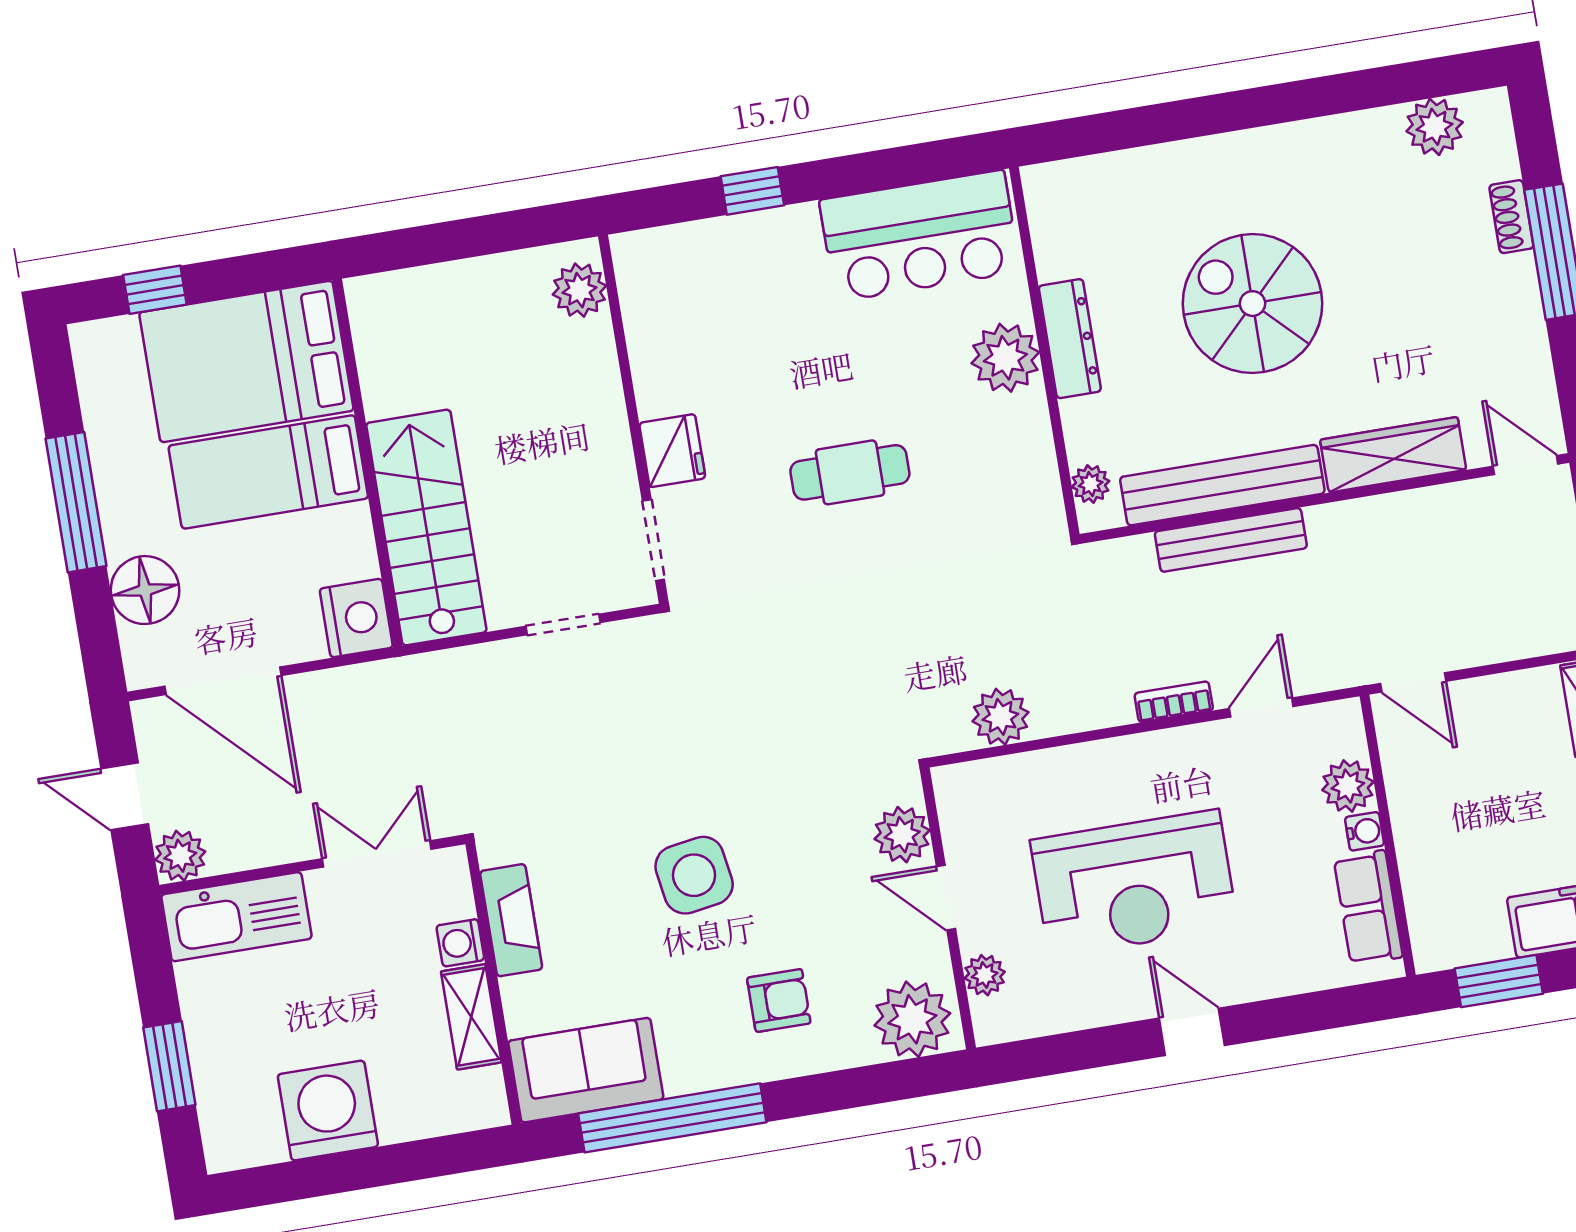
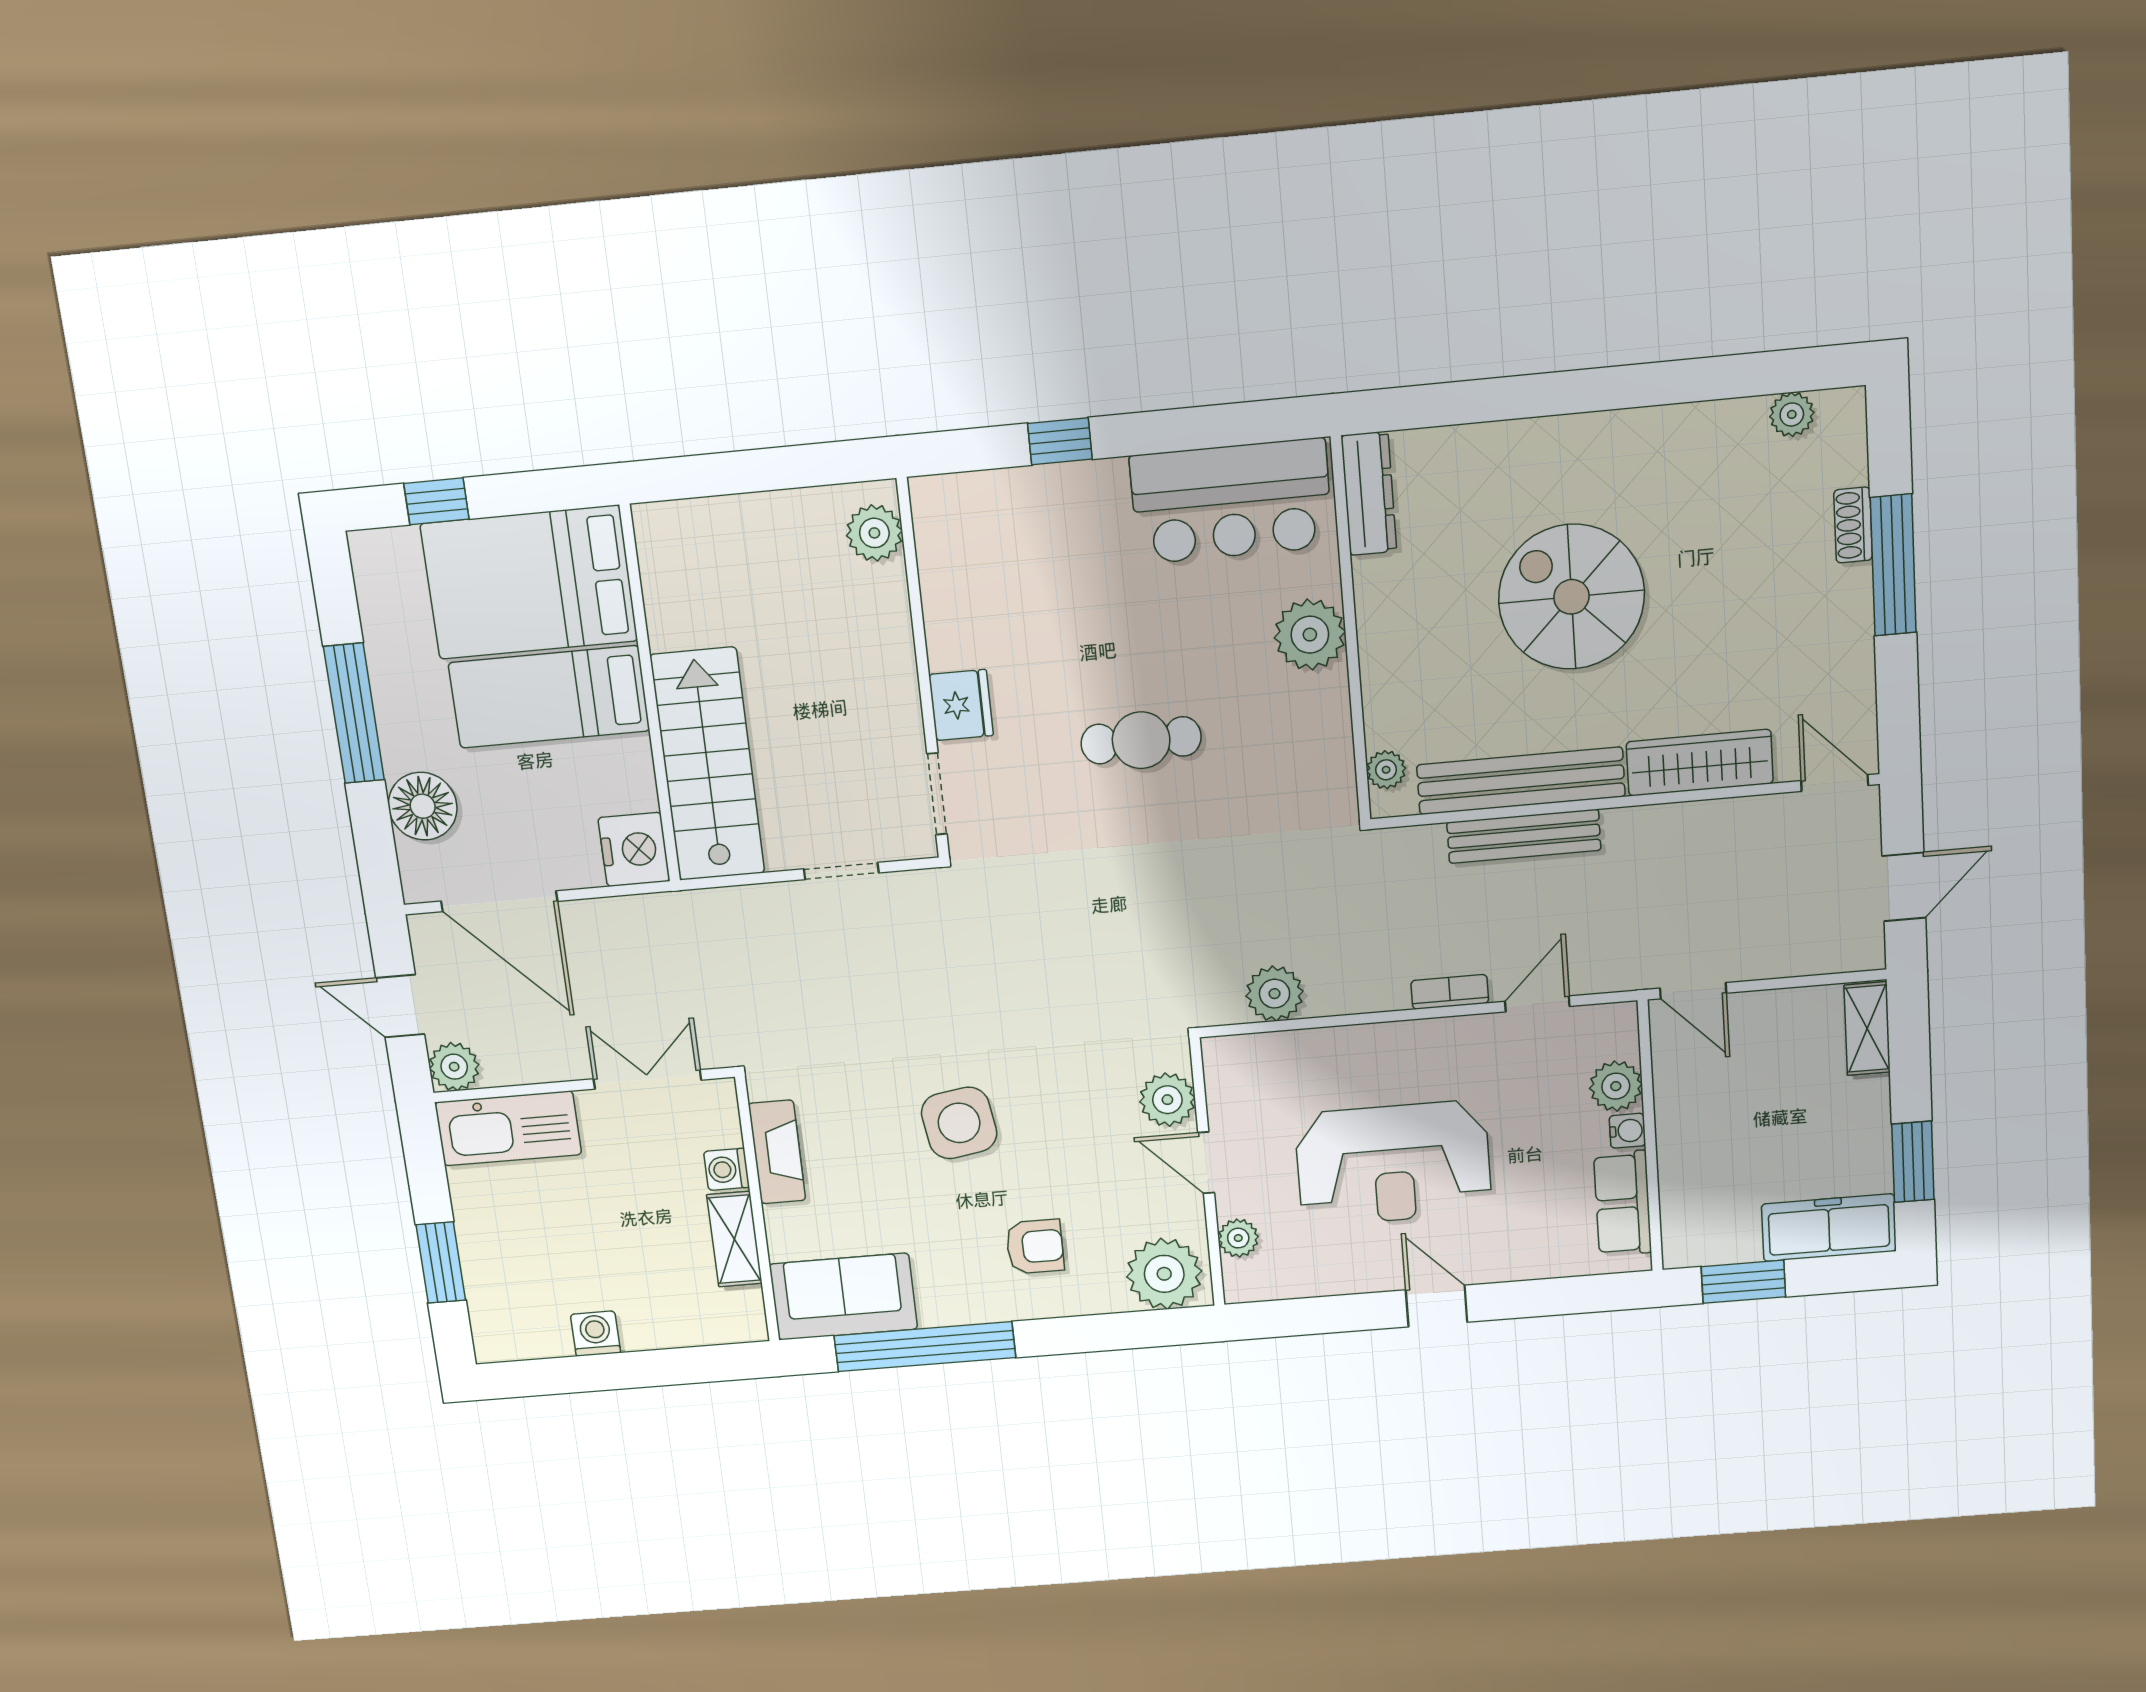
plant: (1435, 127) -> (1792, 414), width x0.73, depth x0.73
dresser: (1070, 339) -> (1369, 494), moved
washing machine: (328, 1111) -> (595, 1334), width x0.53, depth x0.53

